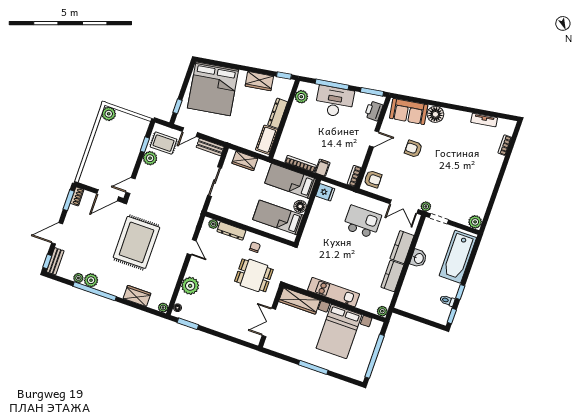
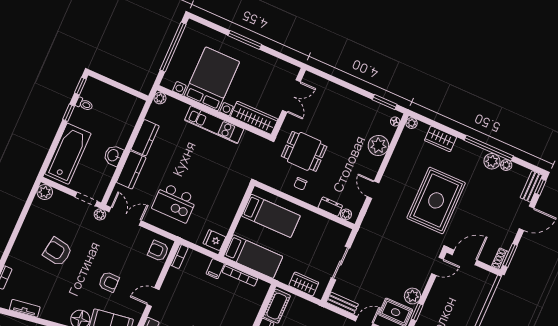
armchair: (460, 171) -> (58, 252), added
floor lamp: (300, 206) -> (244, 226), removed
dresser: (231, 231) -> (330, 207), width x0.70

